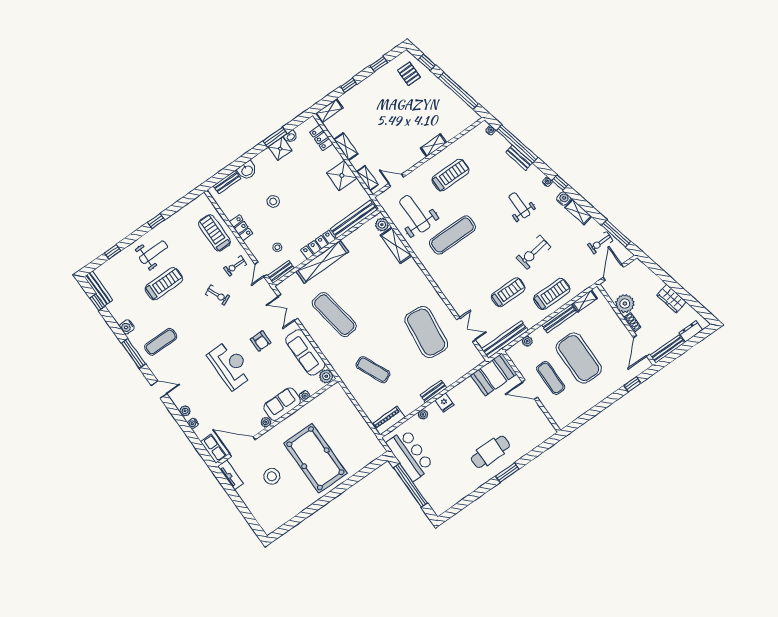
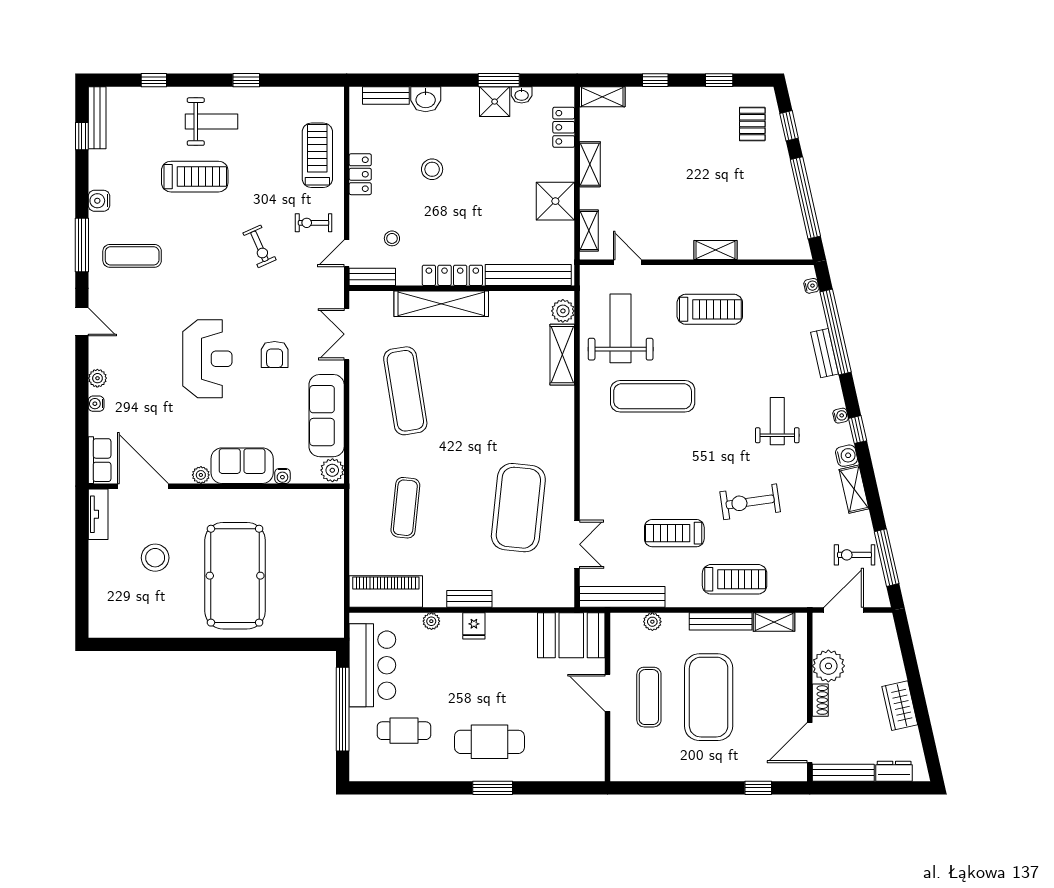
treadmill: (508, 292) -> (674, 533), turned 180
exercise mat: (373, 370) -> (405, 508), turned 30
piano: (388, 421) -> (386, 592), width x1.37, depth x1.33
cafe table: (446, 475) -> (404, 731), added

